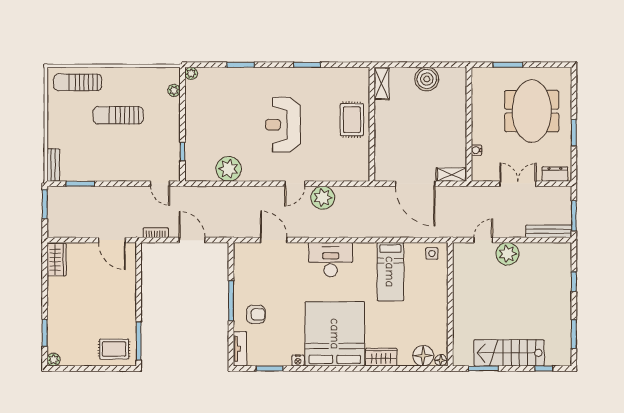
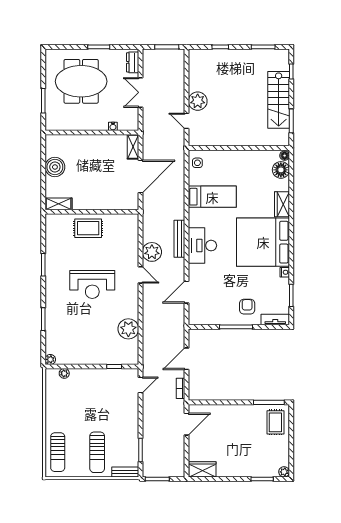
sun lounger: (118, 115) -> (97, 452), moved
bench: (549, 231) -> (179, 239), moved

